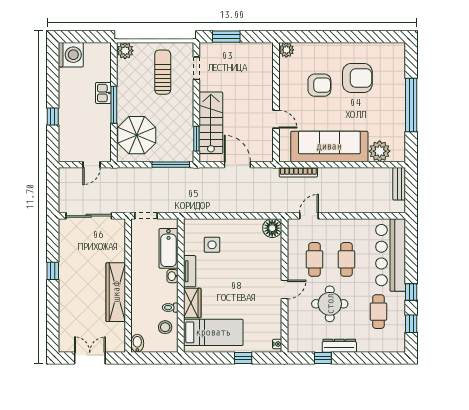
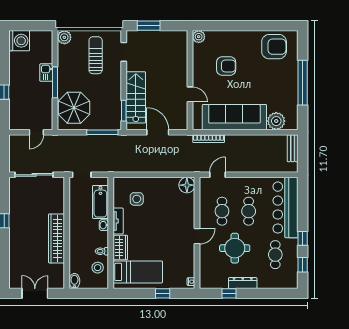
armchair: (357, 78) -> (274, 47), moved

